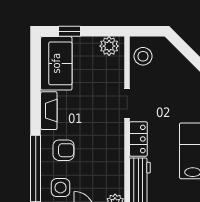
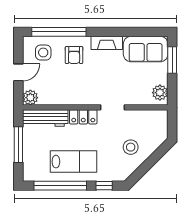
window: (70, 31) -> (172, 60), width x1.50
stool: (143, 56) -> (131, 147), moved

